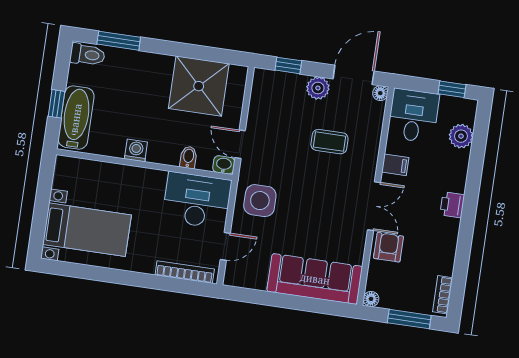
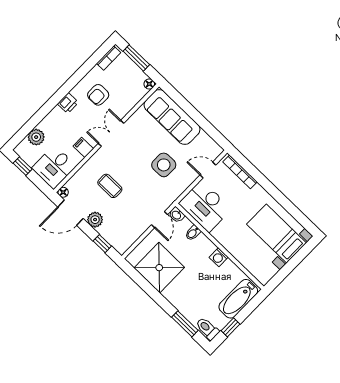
window: (57, 104) -> (230, 327), moved
side table: (260, 201) -> (164, 165), moved
armchair: (388, 247) -> (98, 95), moved

